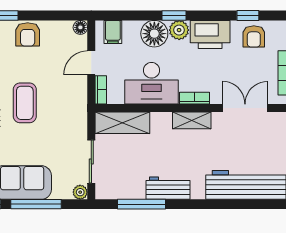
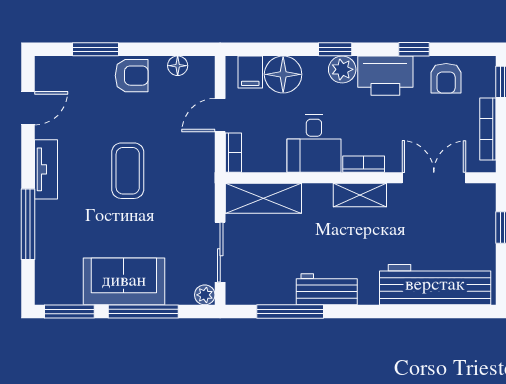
window: (248, 15) -> (414, 49), moved
floor lamp: (80, 27) -> (178, 66), moved
armchair: (28, 34) -> (132, 76), turned -90
floor lamp: (154, 34) -> (283, 74), moved
desk: (152, 83) -> (314, 143), width x0.73

